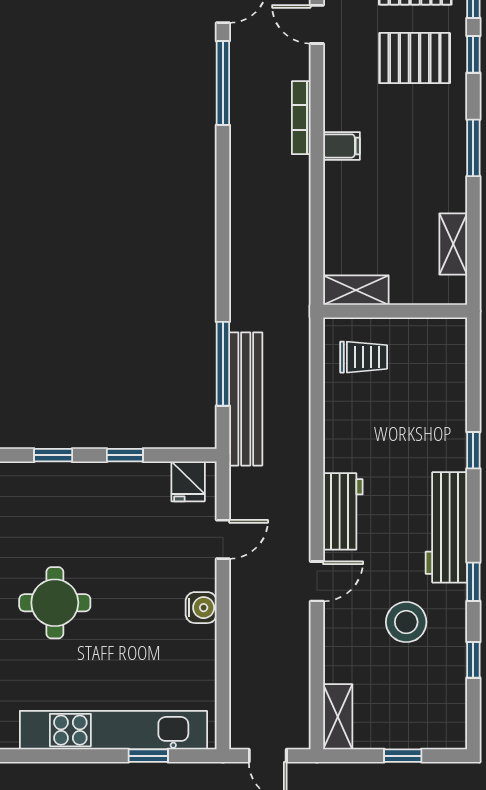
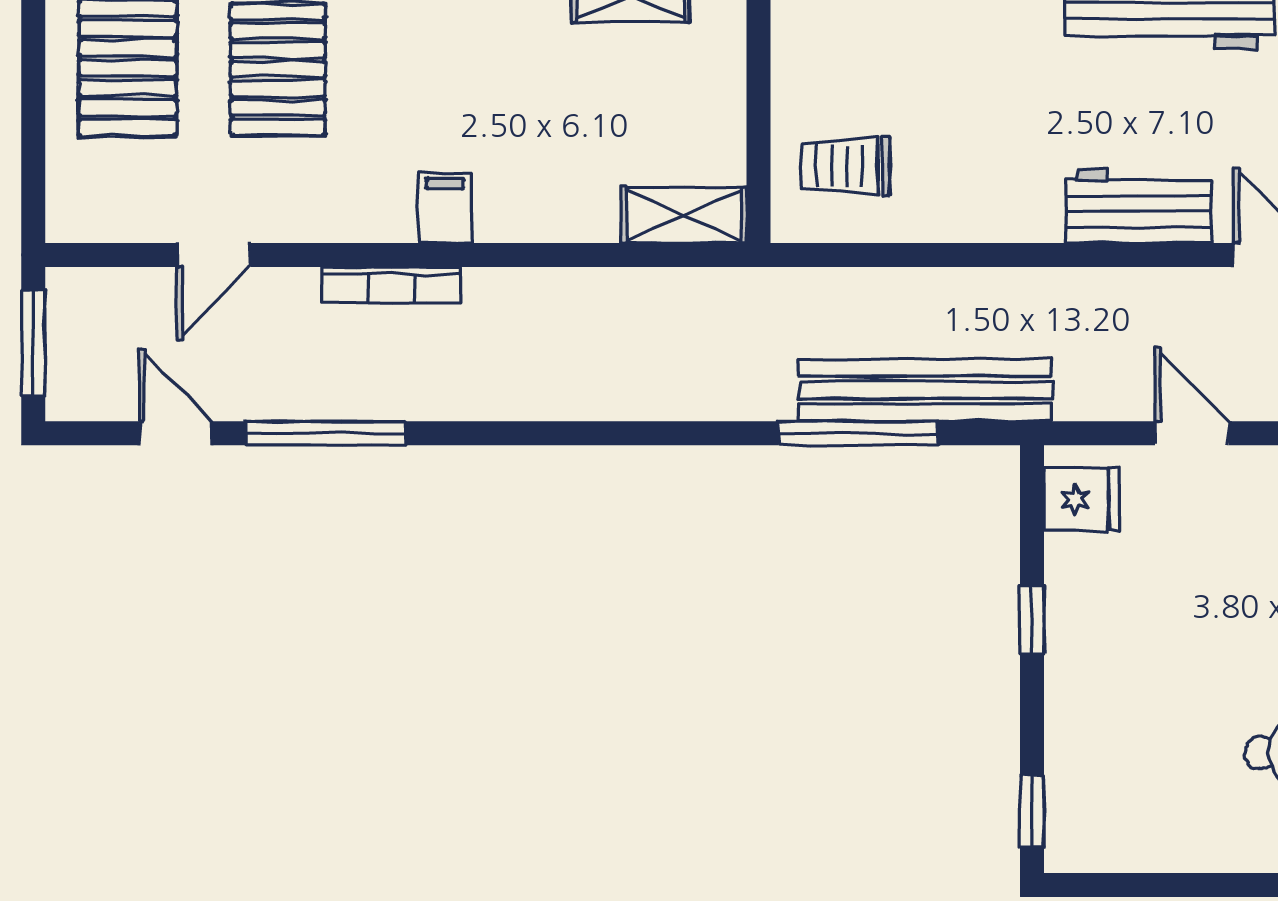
shelving: (356, 290) -> (684, 215), moved, turned 90
trolley: (364, 357) -> (846, 166), turned -90
window: (53, 455) -> (1032, 811), moved

